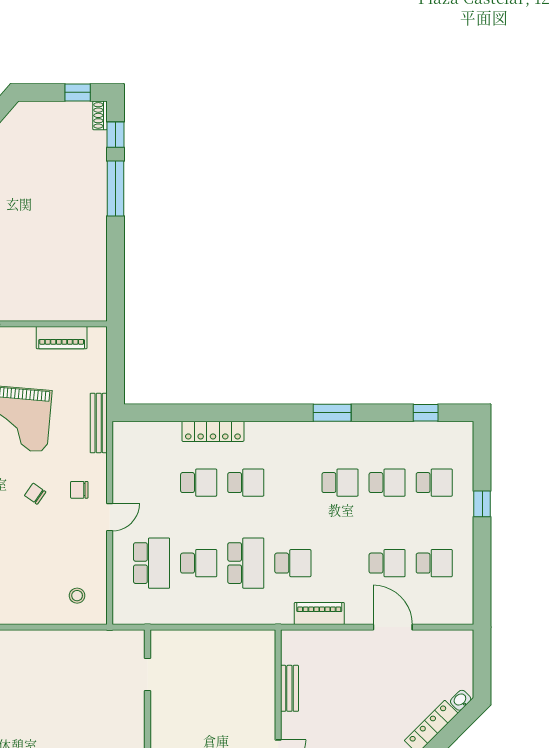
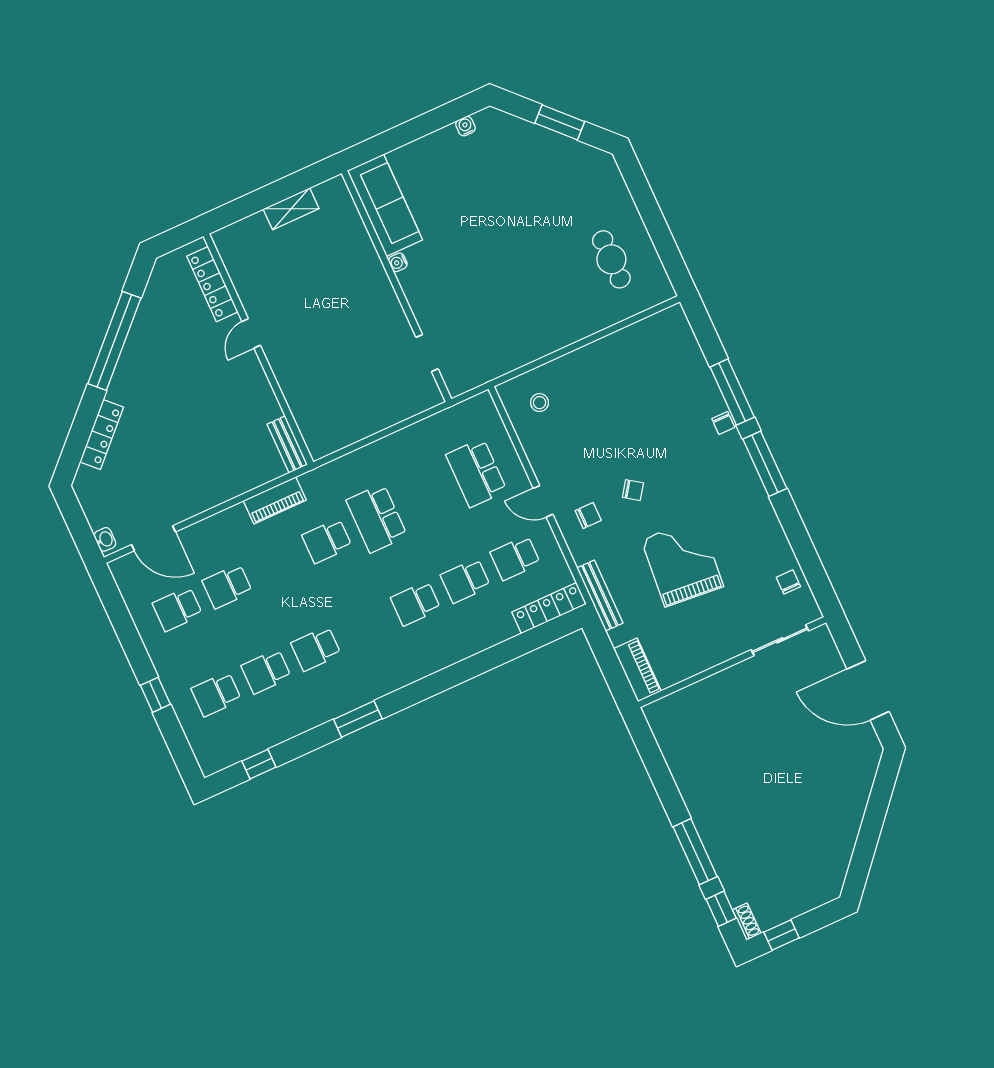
piano: (62, 338) -> (637, 670), moved, turned 90
locker: (213, 431) -> (549, 608), moved
door: (110, 517) -> (543, 501), hinge flipped
school desk: (199, 563) -> (515, 558), moved
door: (393, 627) -> (153, 538), moved
bench: (289, 688) -> (287, 444), moved
washbasin: (461, 700) -> (105, 539), moved, turned -45

